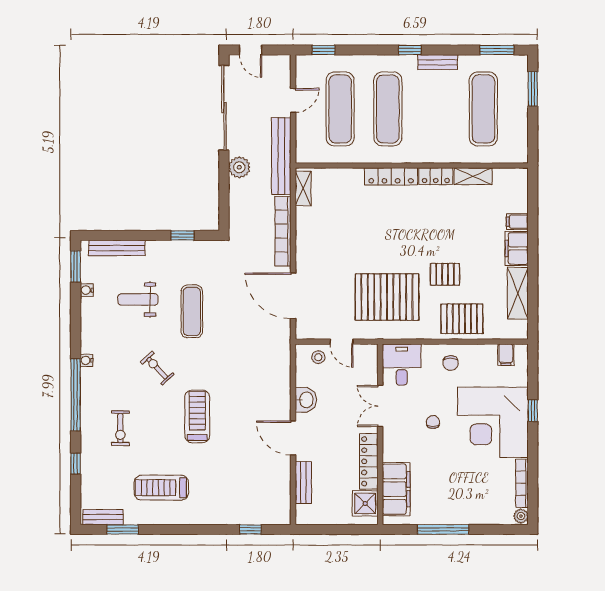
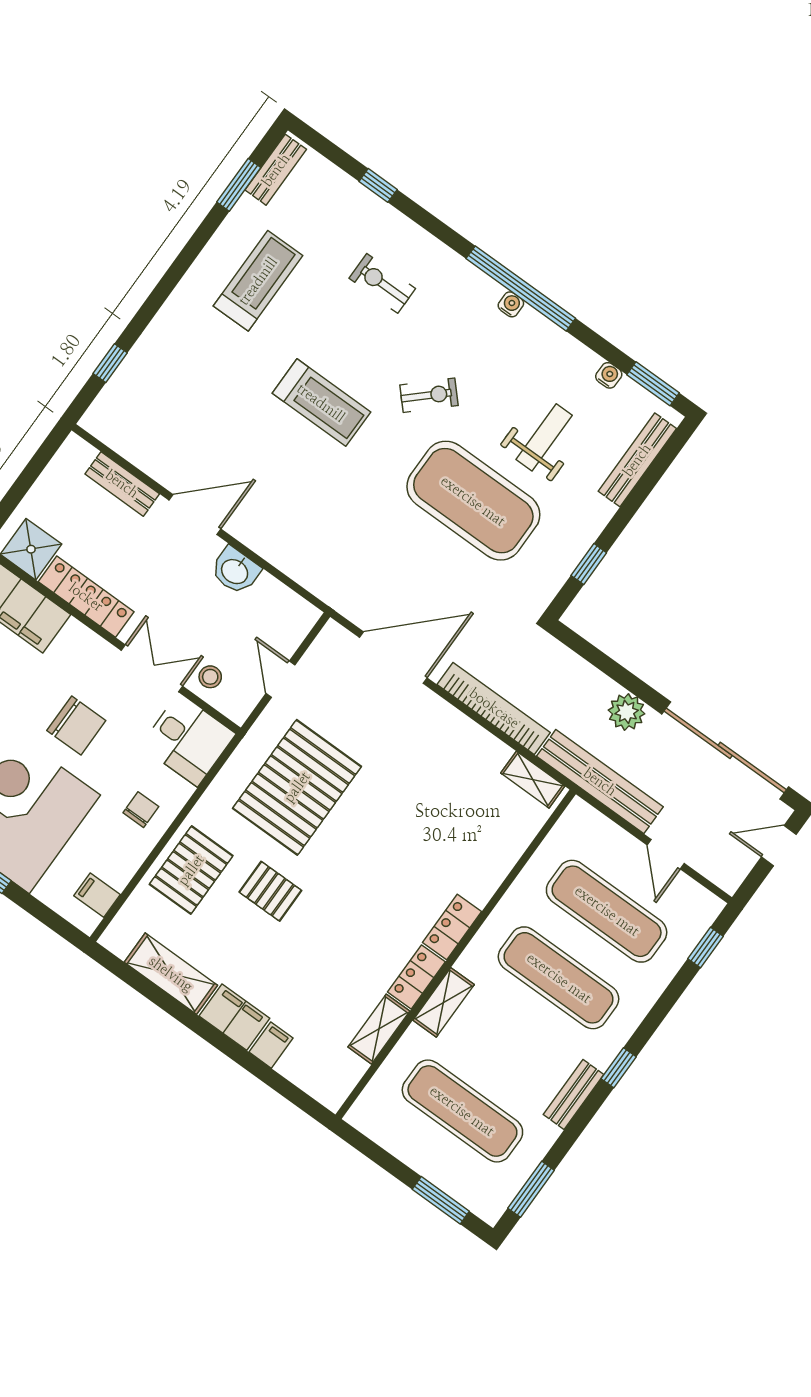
shelving: (439, 155) -> (444, 1002), added
locker: (391, 176) -> (452, 927), width x0.66
pallet: (445, 274) -> (270, 891), turned 90
exercise mat: (192, 311) -> (473, 501), width x2.00, depth x1.45
door: (342, 342) -> (281, 679), hinge flipped
stool: (318, 357) -> (210, 677), moved
chair: (451, 363) -> (141, 810), turned 90
window: (76, 395) -> (521, 288), moved
chair: (433, 422) -> (76, 726), width x1.87, depth x1.87

